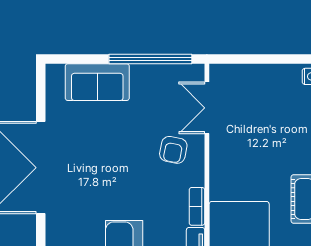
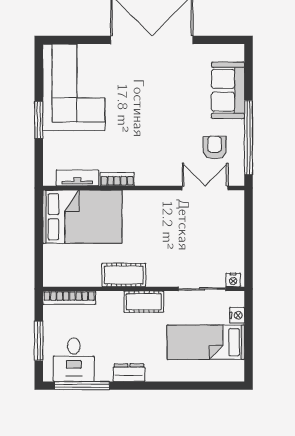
armchair: (173, 150) -> (215, 147), moved, turned 79

